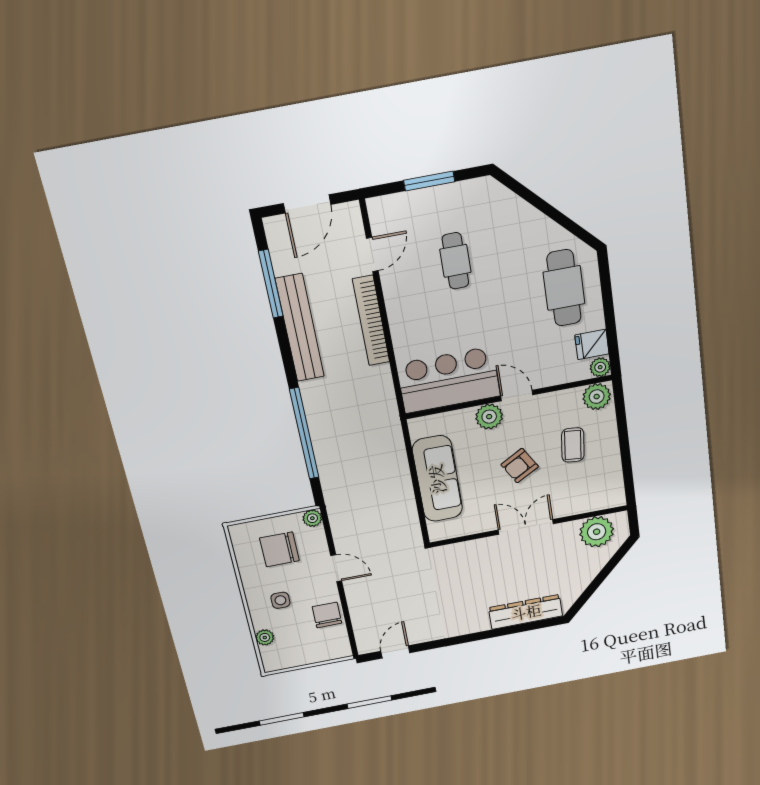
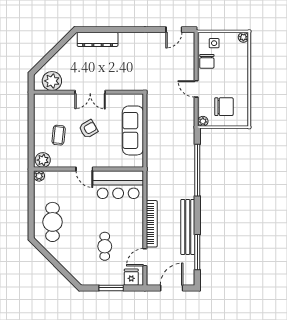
fridge: (592, 344) -> (131, 277), moved, turned -90
plant: (489, 417) -> (100, 160), removed
side table: (280, 600) -> (214, 43), moved
plant: (265, 637) -> (243, 37), moved

